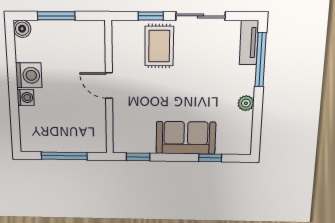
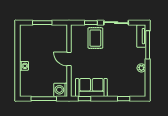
boiler: (22, 29) -> (24, 29), removed
washing machine: (29, 75) -> (61, 90), moved, turned 180
sofa: (186, 138) -> (91, 87), moved

